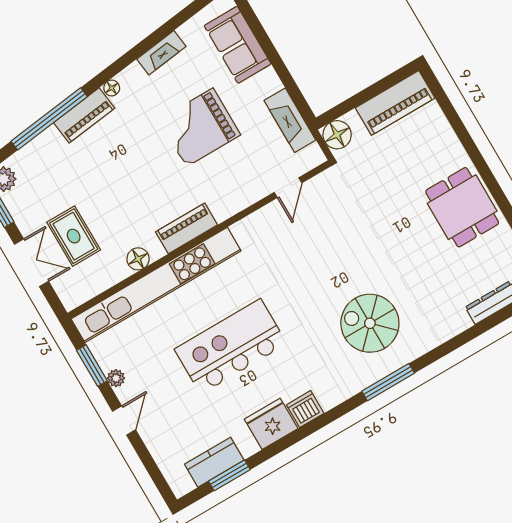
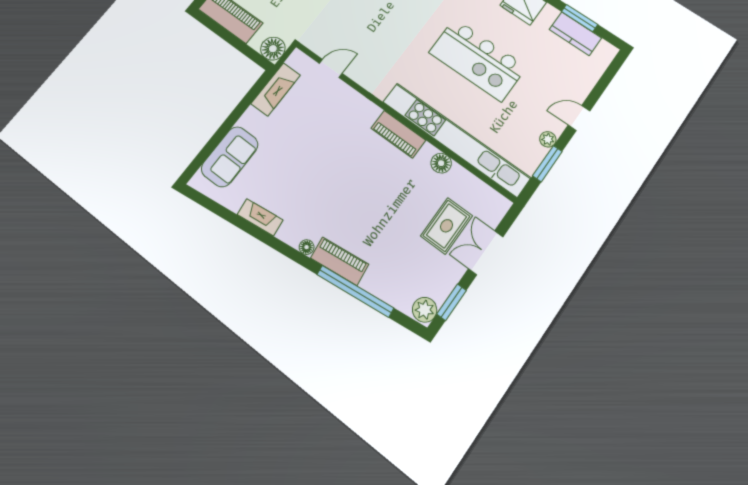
grand piano: (200, 127) -> (310, 159), removed

